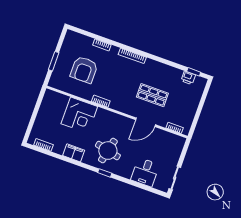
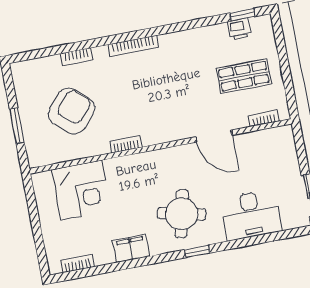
armchair: (84, 70) -> (72, 111), turned -139
shop shelf: (152, 95) -> (244, 76), moved
corner desk: (79, 115) -> (81, 190), moved
door: (146, 122) -> (214, 136), hinge flipped
desk: (145, 172) -> (251, 215), width x1.37

